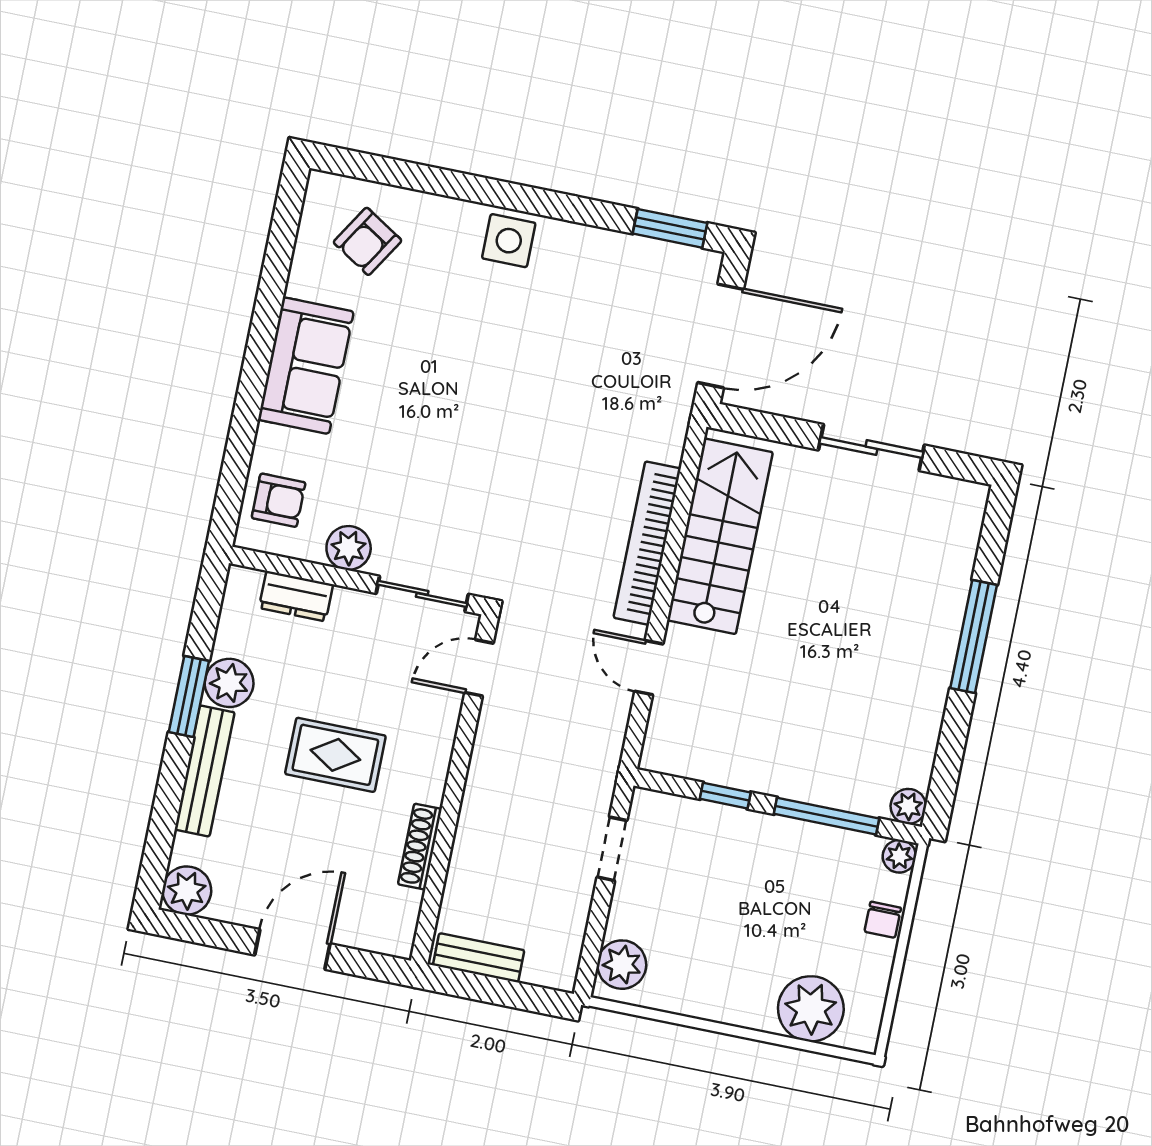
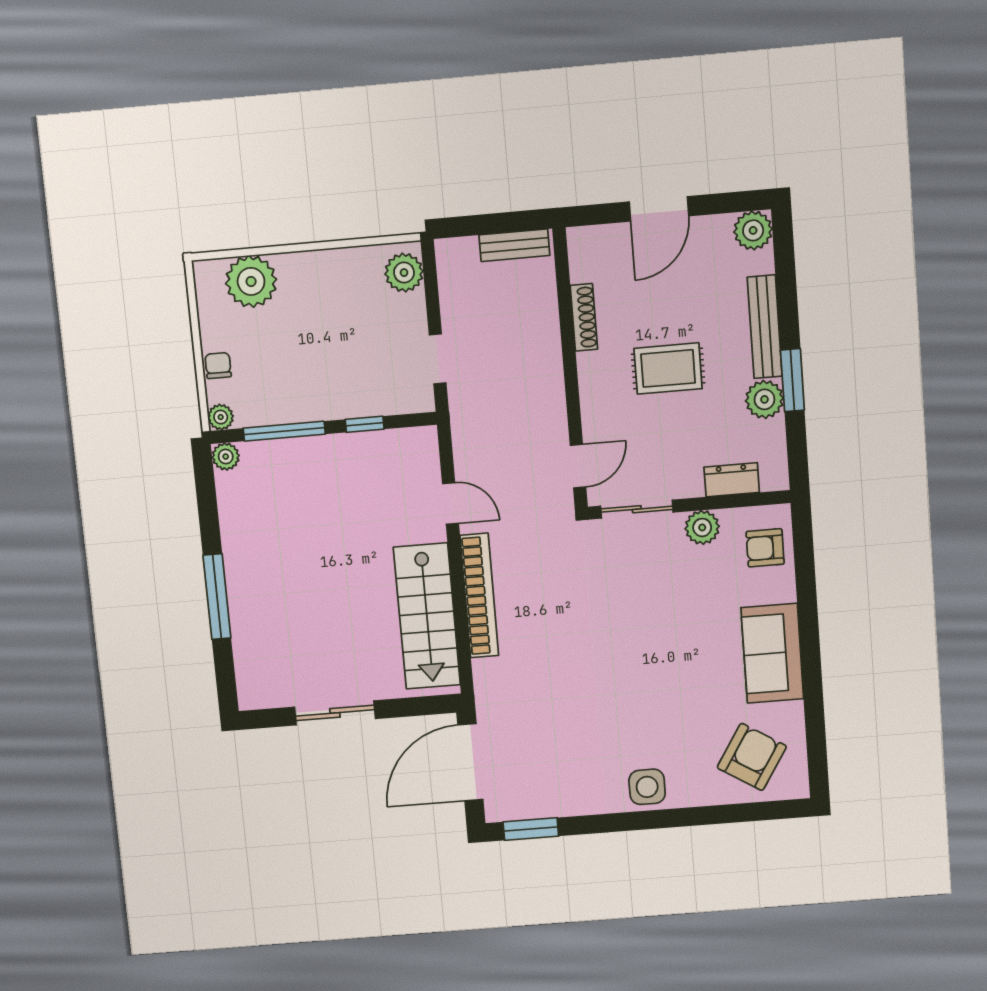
armchair: (367, 241) -> (752, 757), width x1.38, depth x1.38

